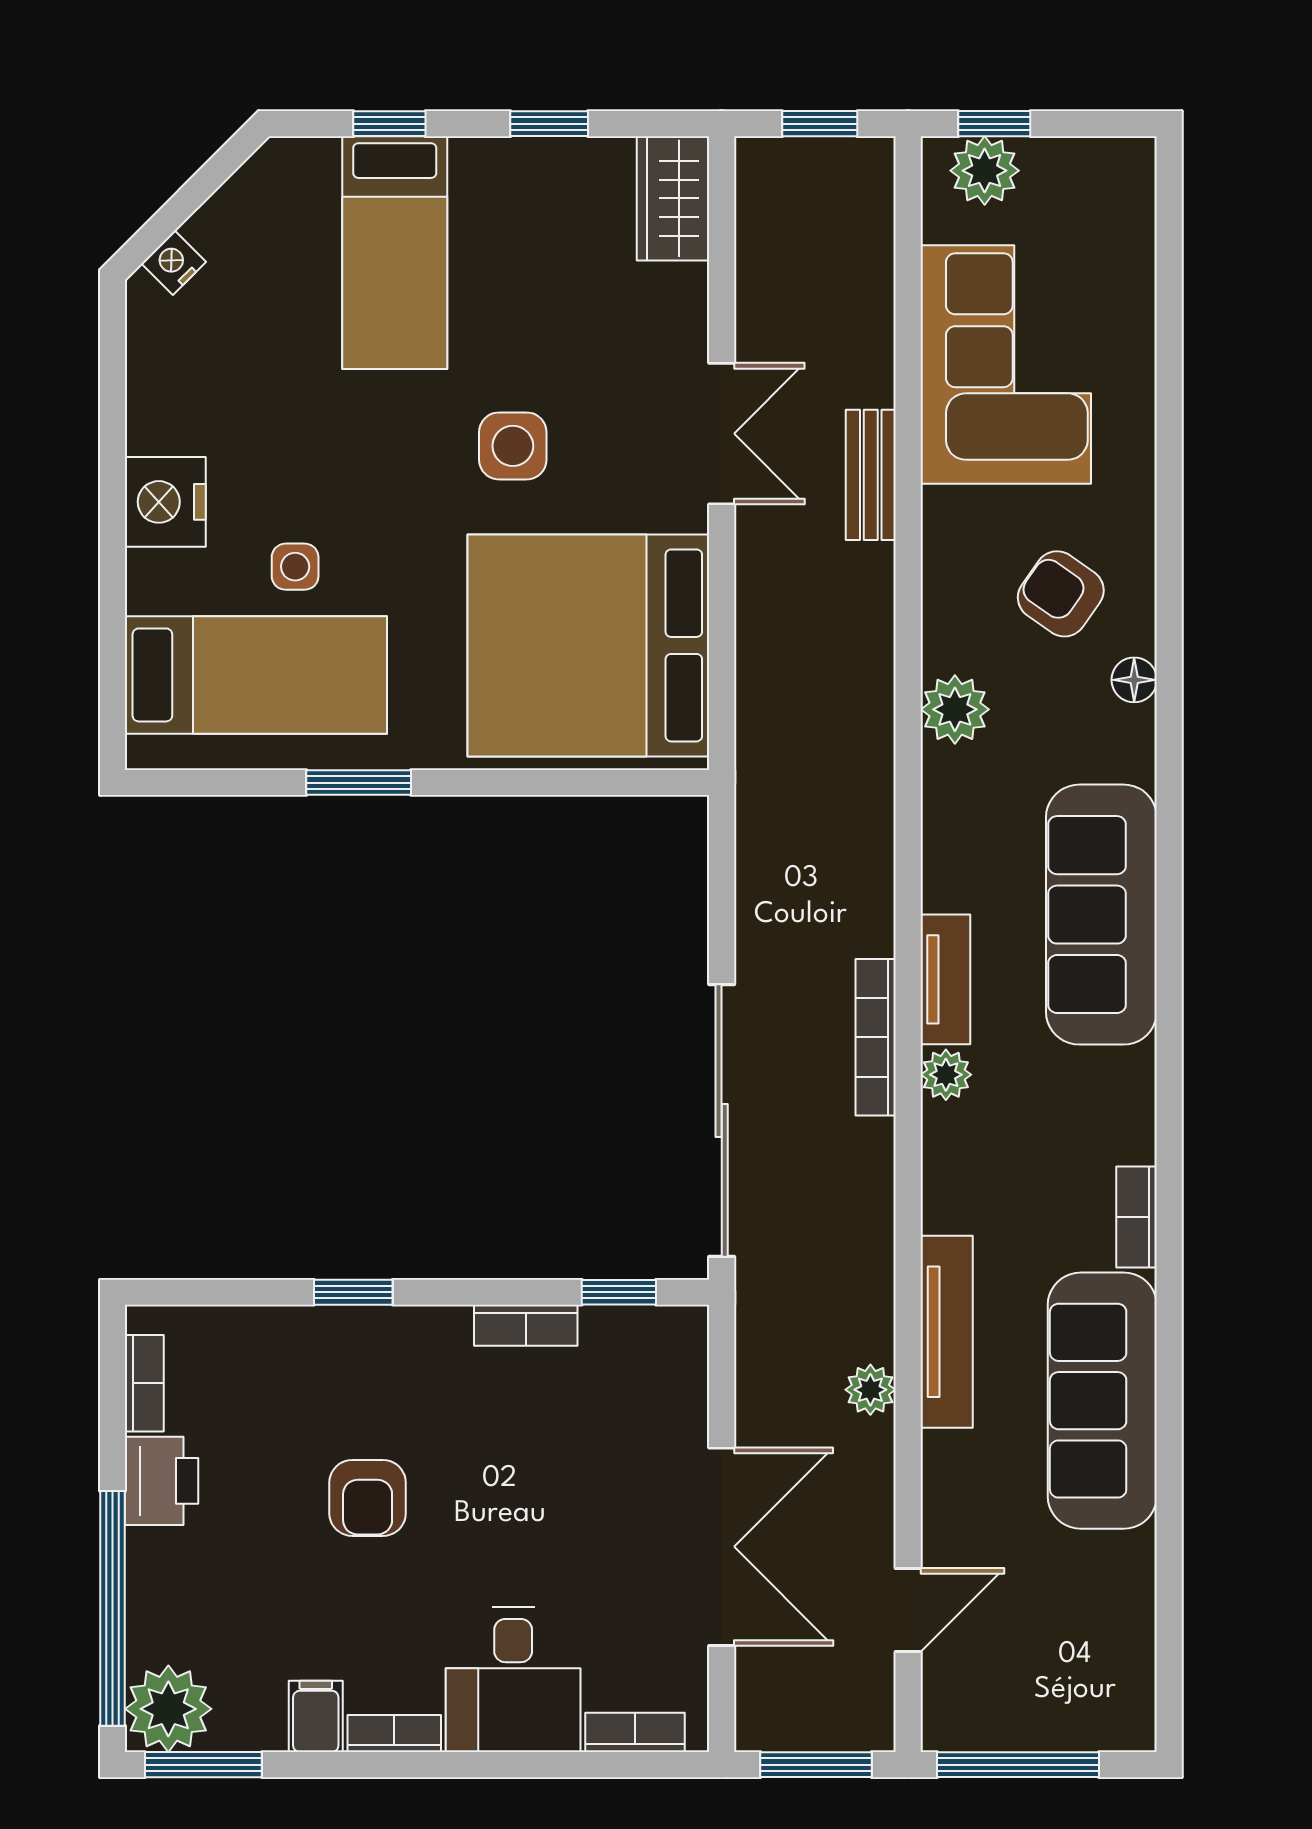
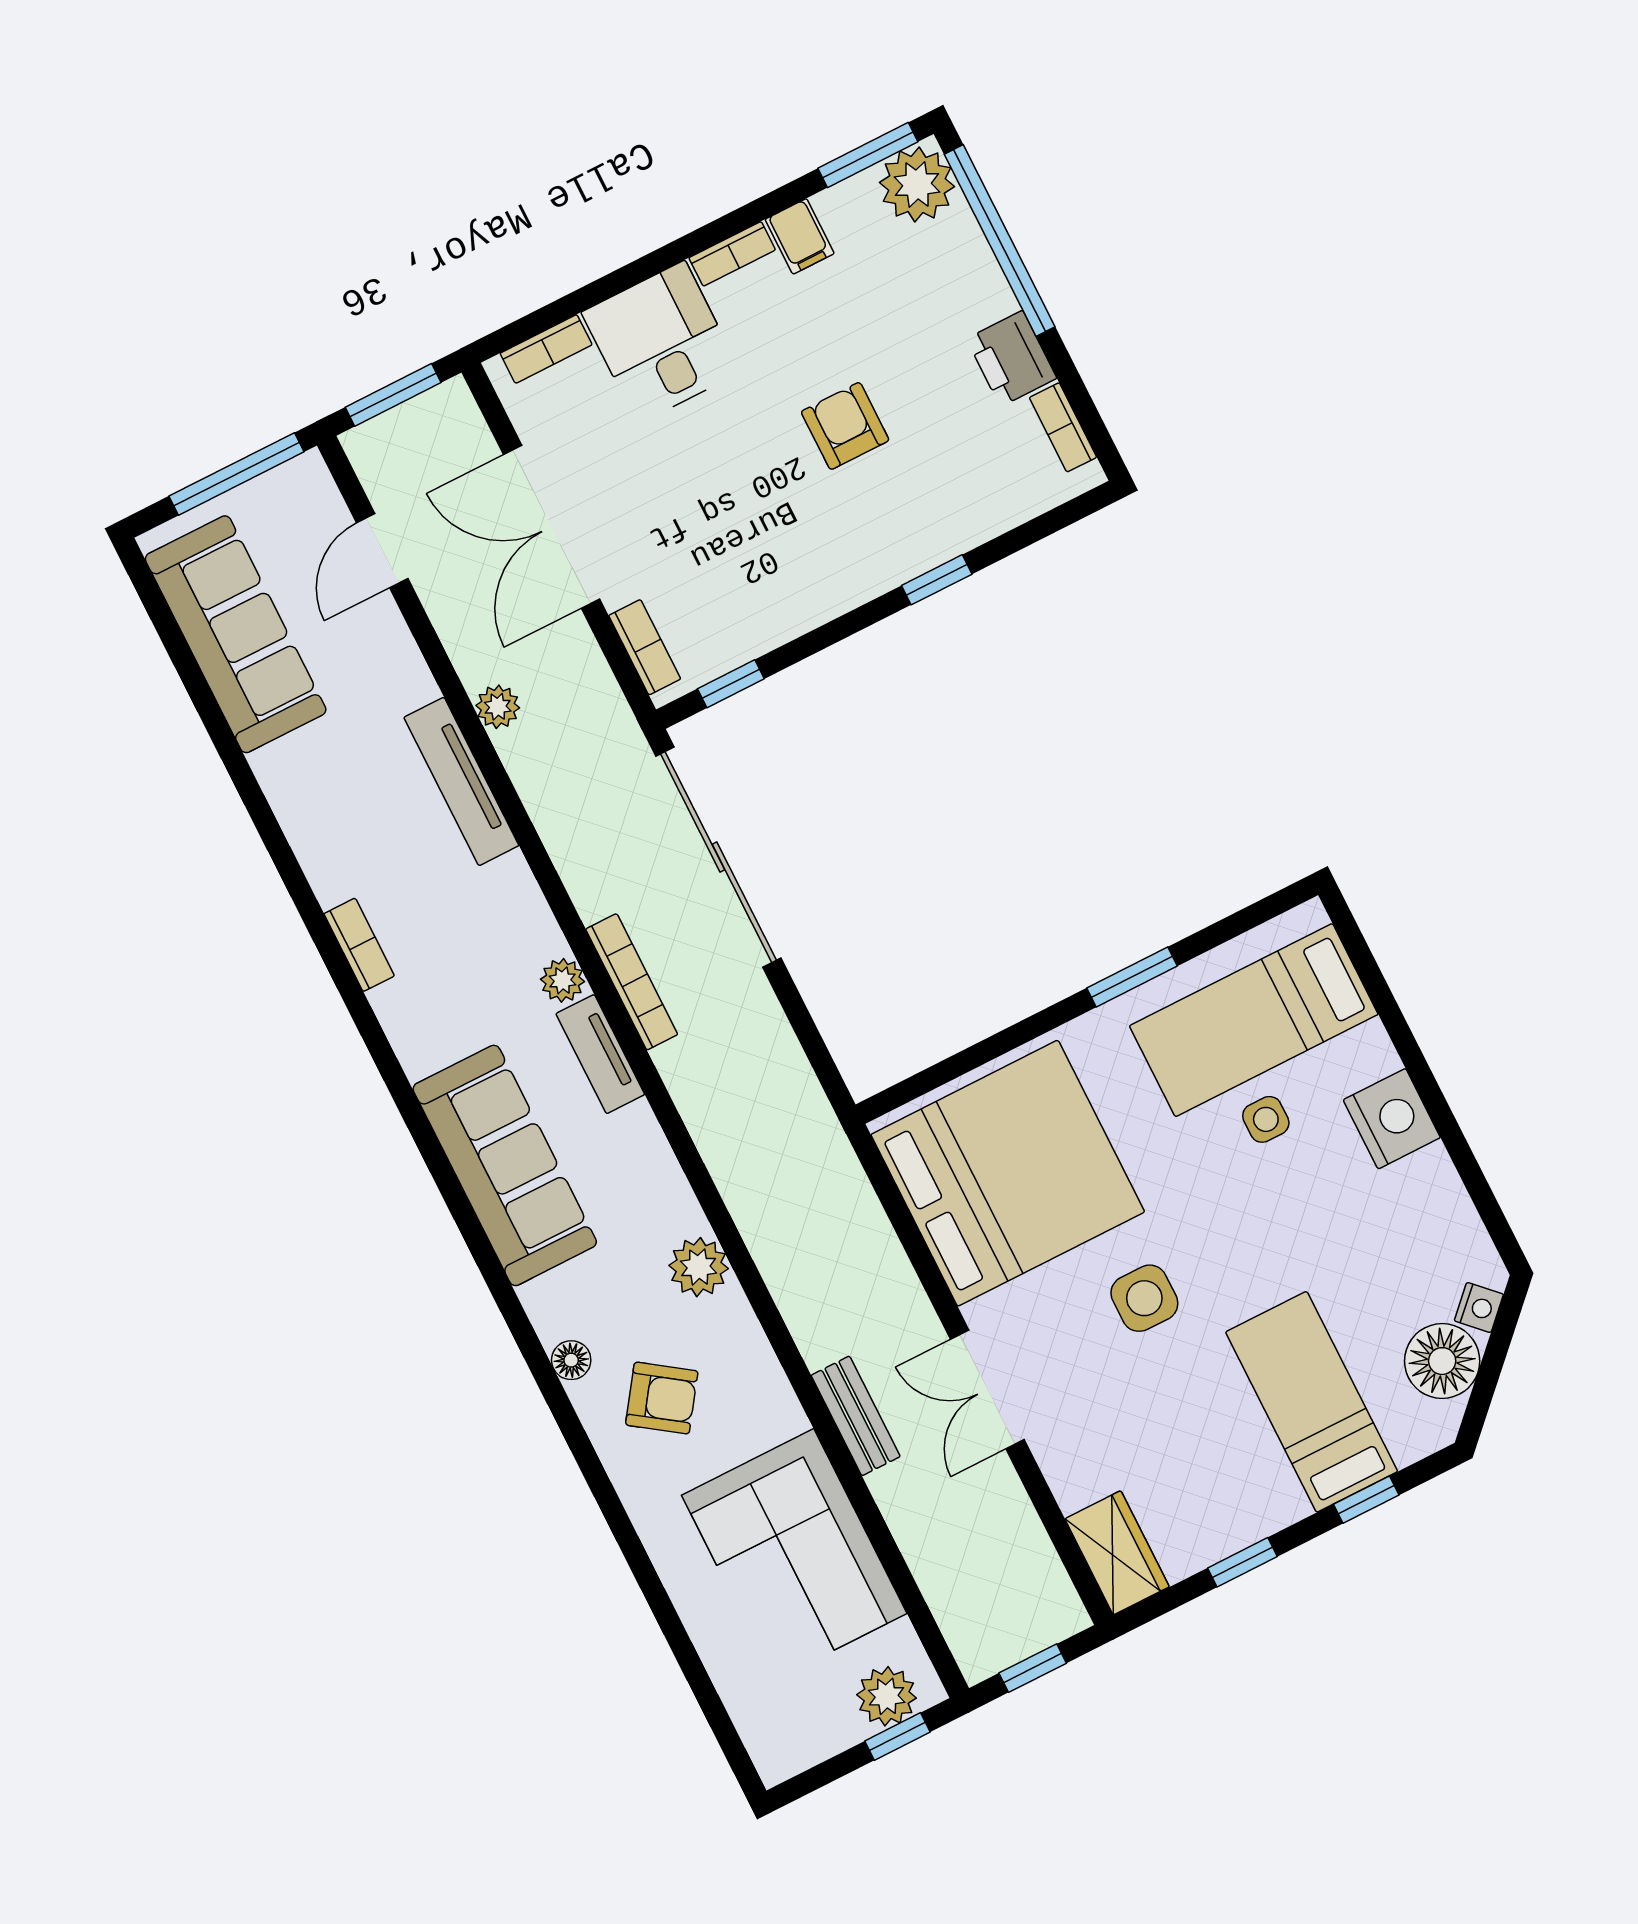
floor lamp: (239, 227) -> (1442, 1361), added
bookcase: (526, 1325) -> (645, 647), moved, turned 90
sofa: (1102, 1401) -> (236, 634), moved

